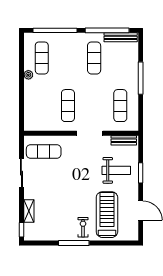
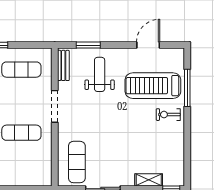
window: (141, 173) -> (88, 45), moved
window: (74, 243) -> (187, 88), moved

